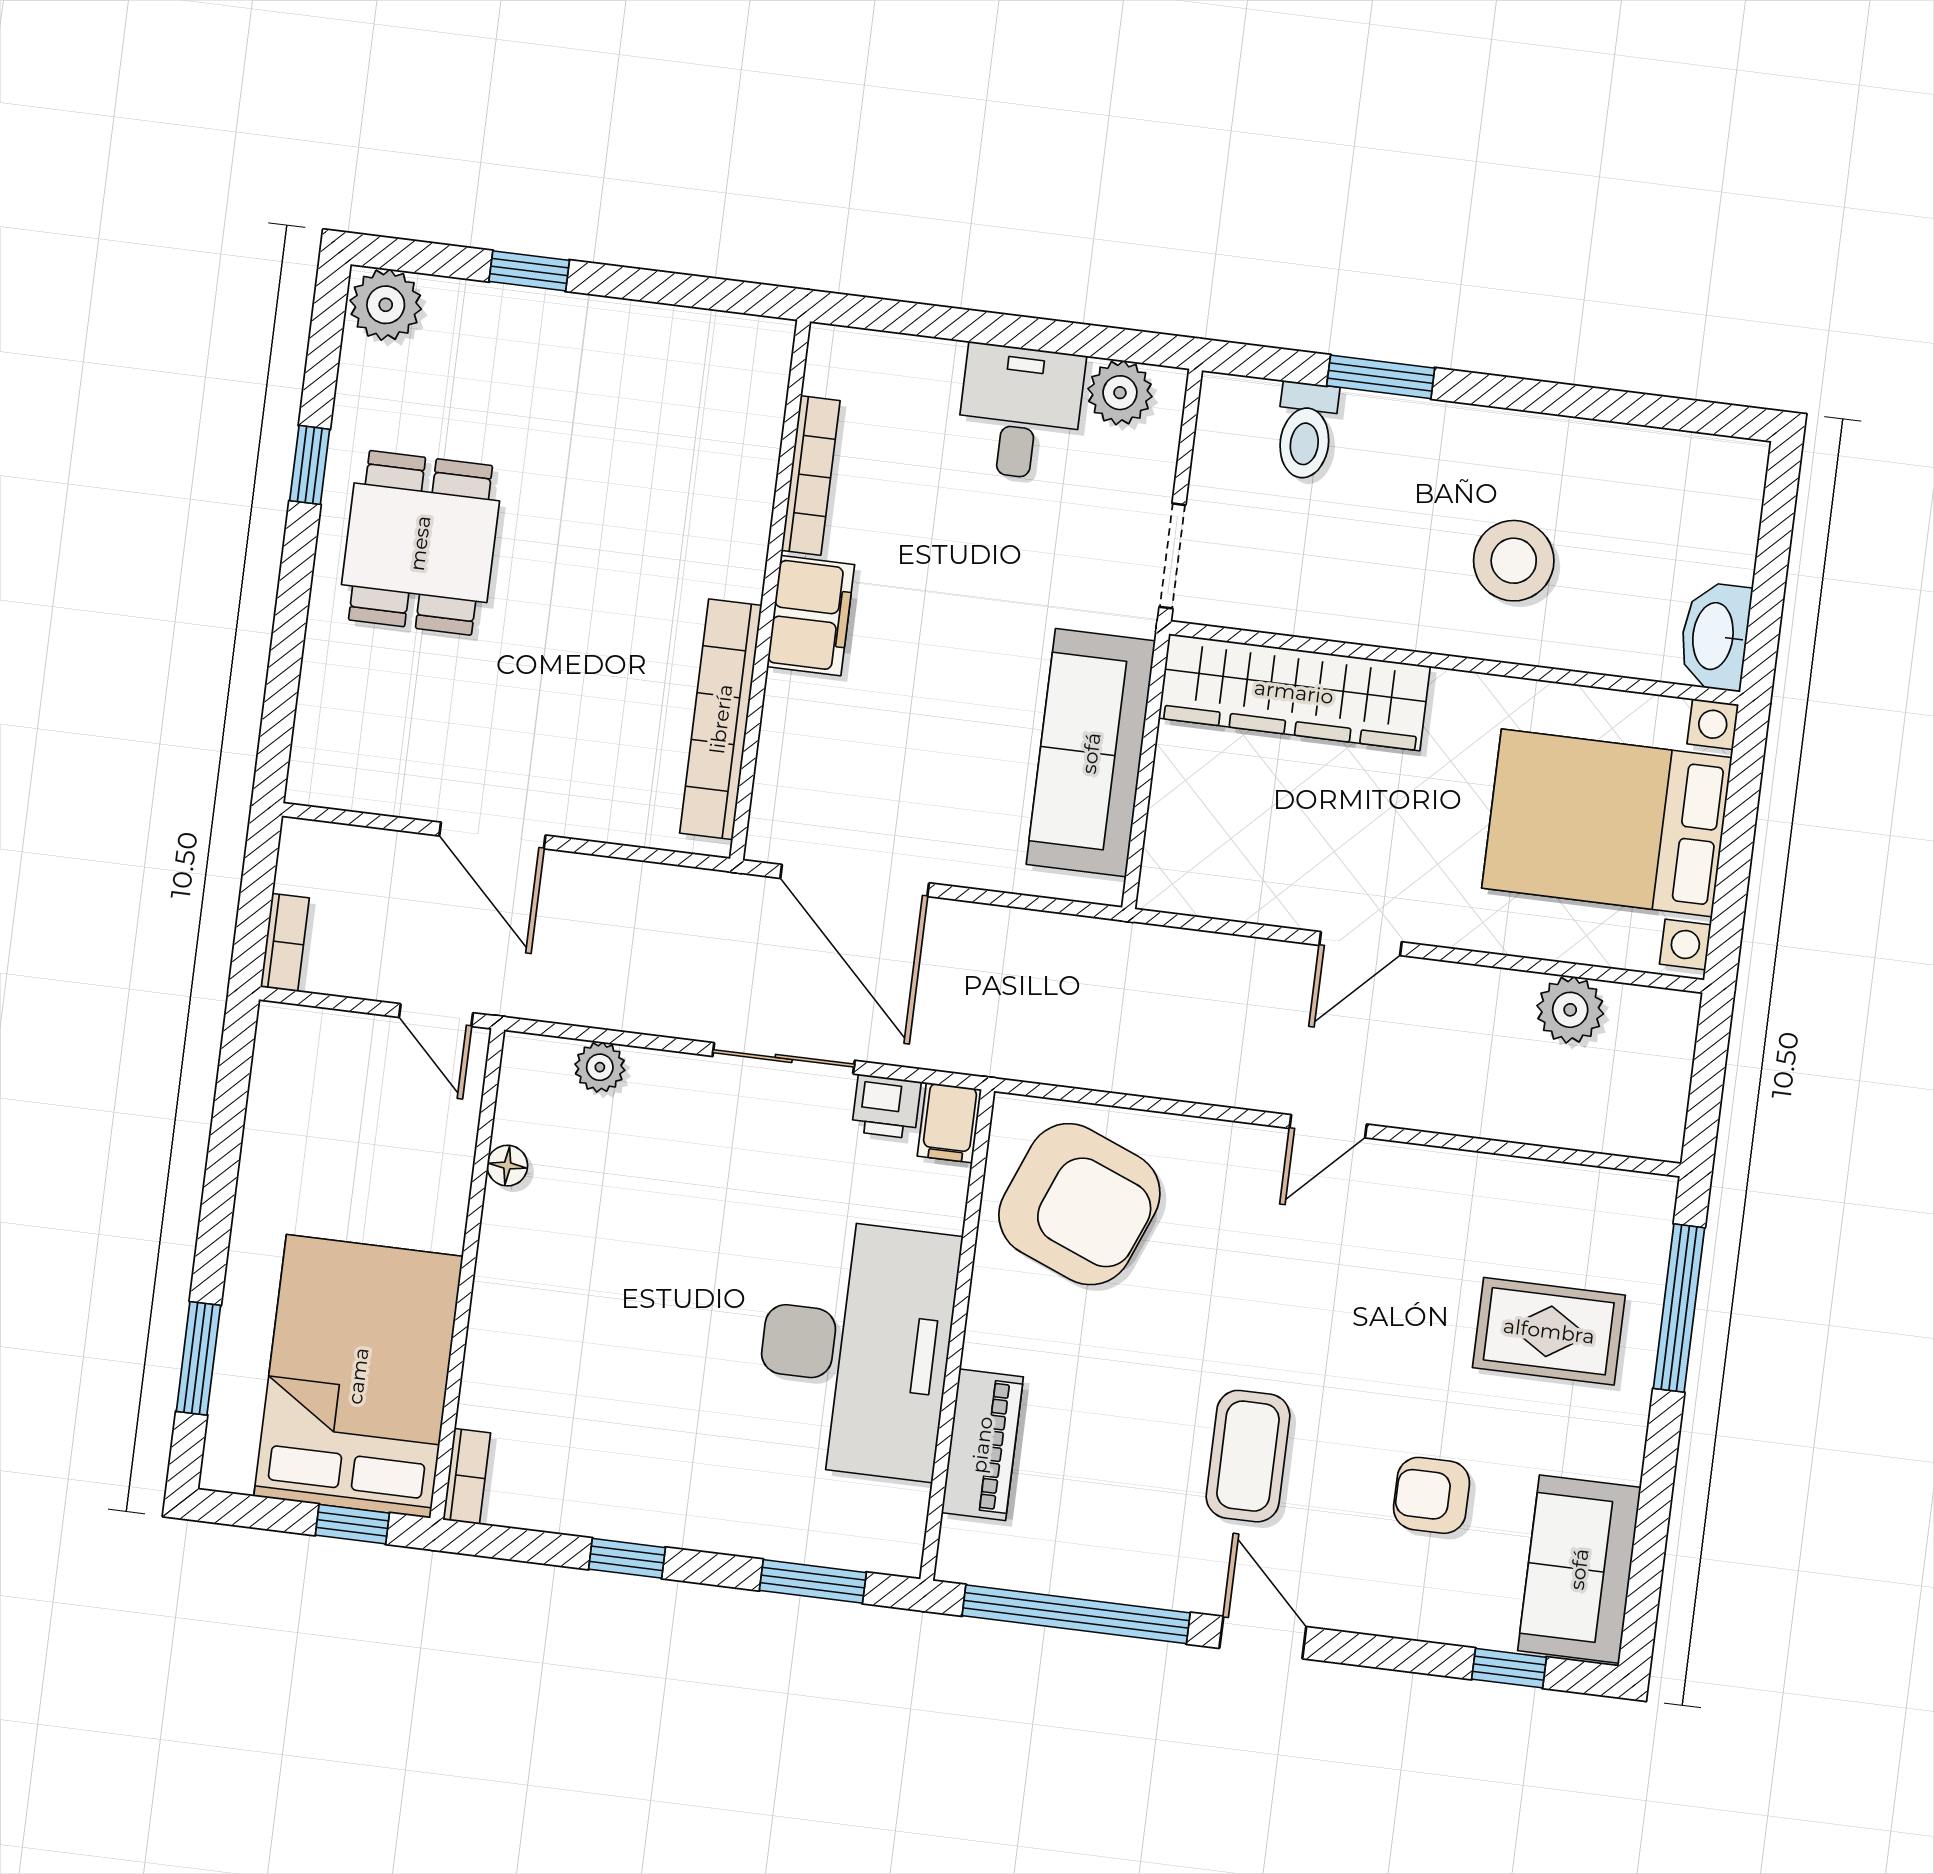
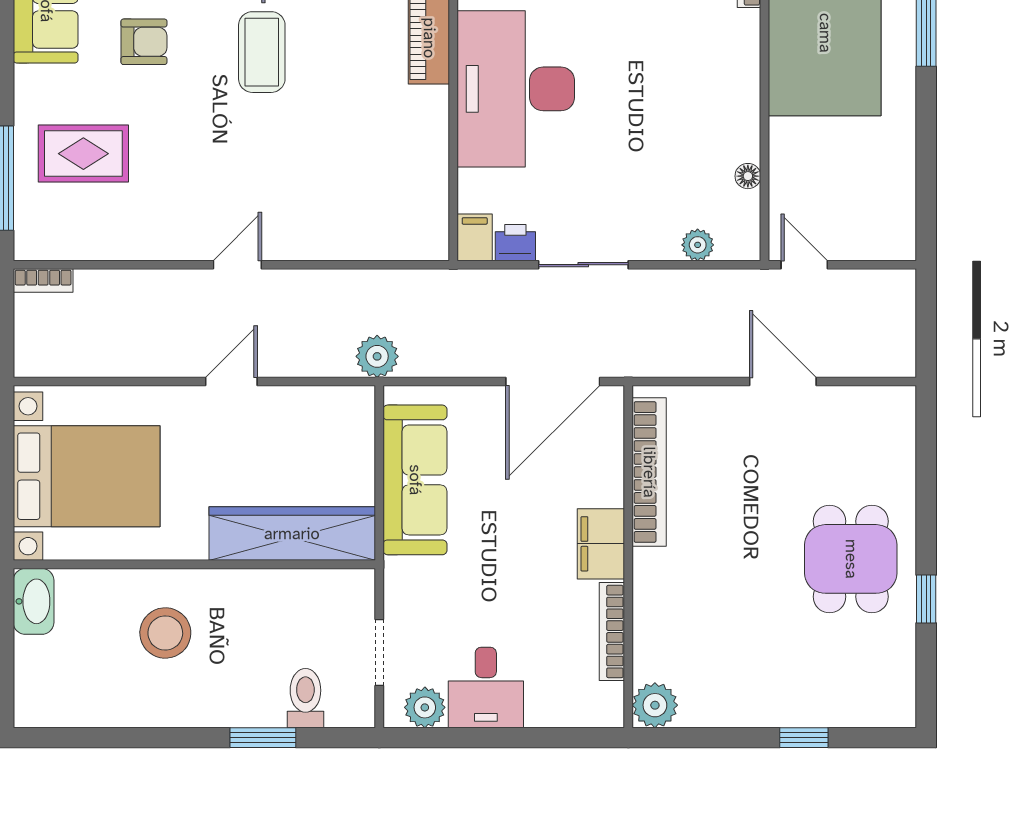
plant: (386, 305) -> (655, 705), moved
doorway: (1172, 556) -> (379, 653), moved
door: (855, 881) -> (553, 381), swing flipped
bookcase: (285, 942) -> (43, 280), moved, turned -90
plant: (1570, 1010) -> (377, 356), moved
armchair: (1079, 1204) -> (387, 197), removed

